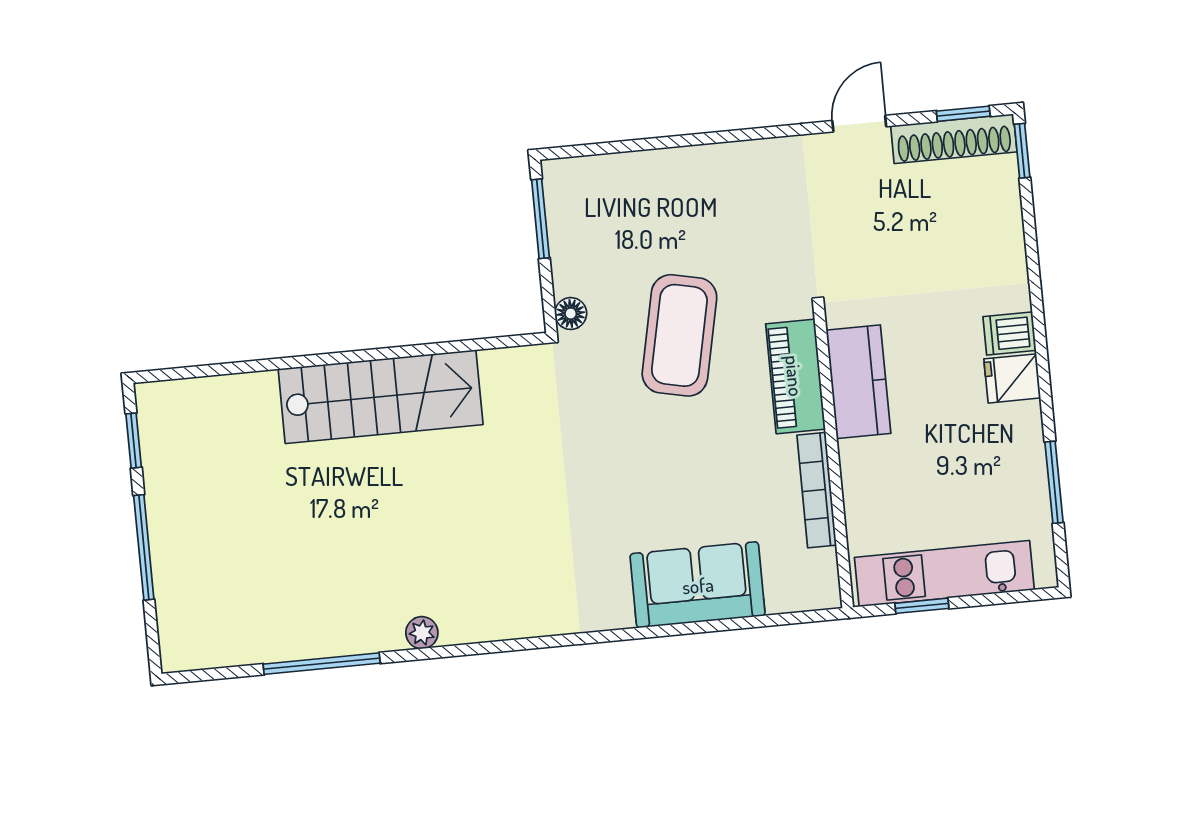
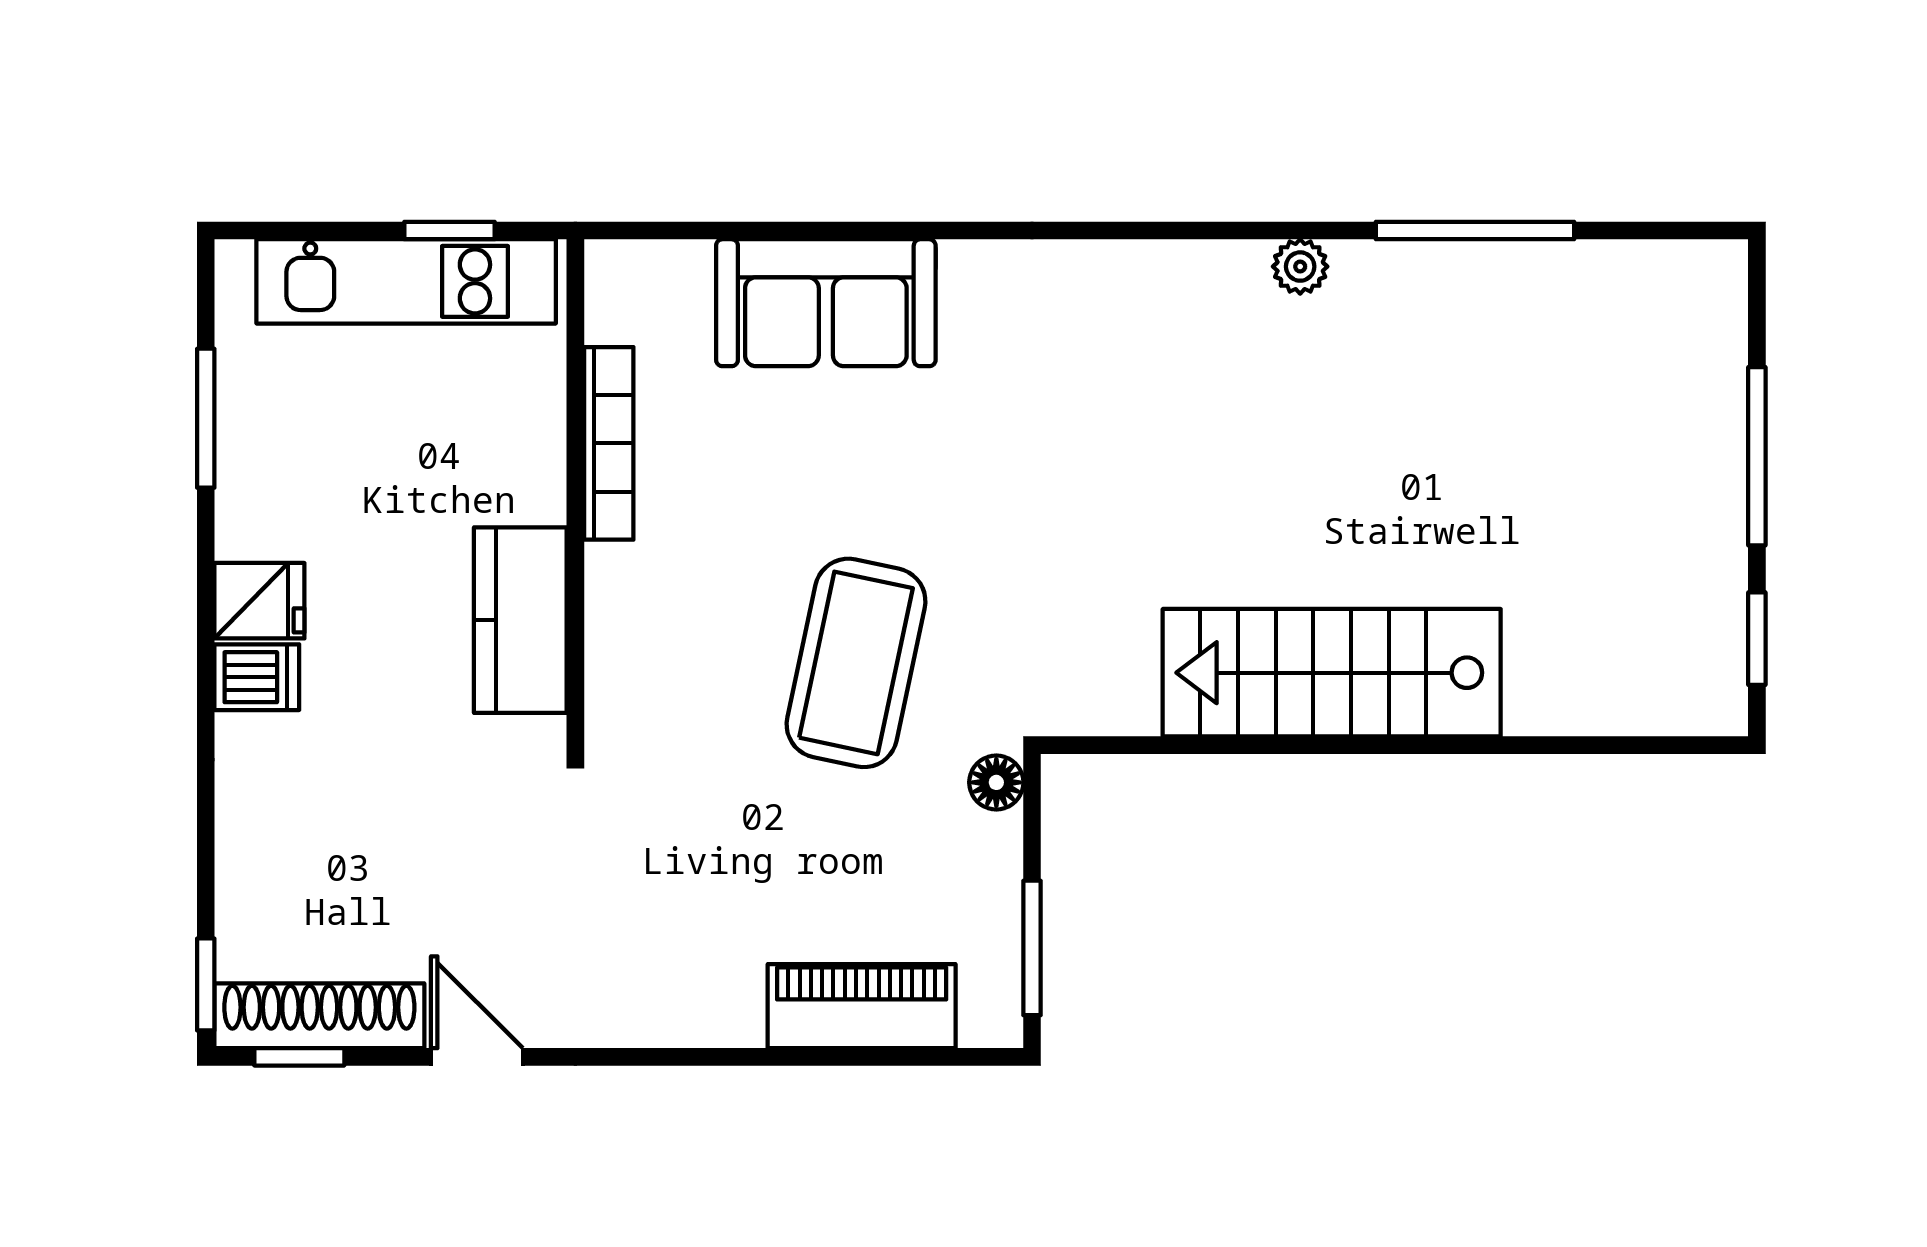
door: (859, 124) -> (477, 1057), swing flipped
coffee table: (679, 335) -> (856, 663), moved
piano: (795, 376) -> (862, 1006), moved, turned -90

